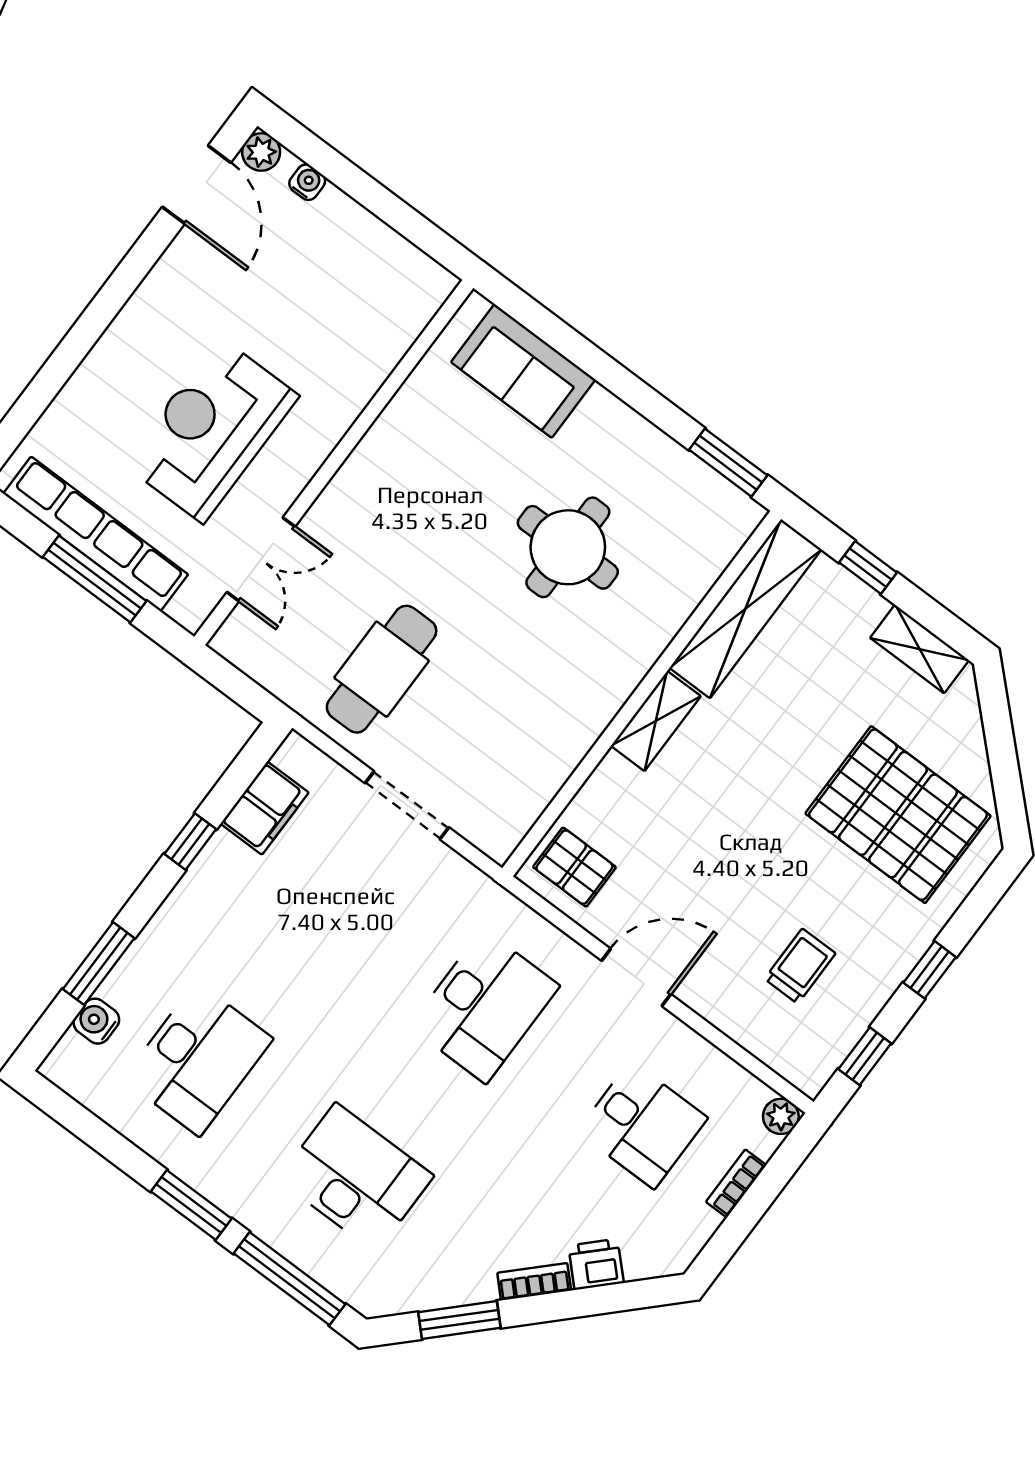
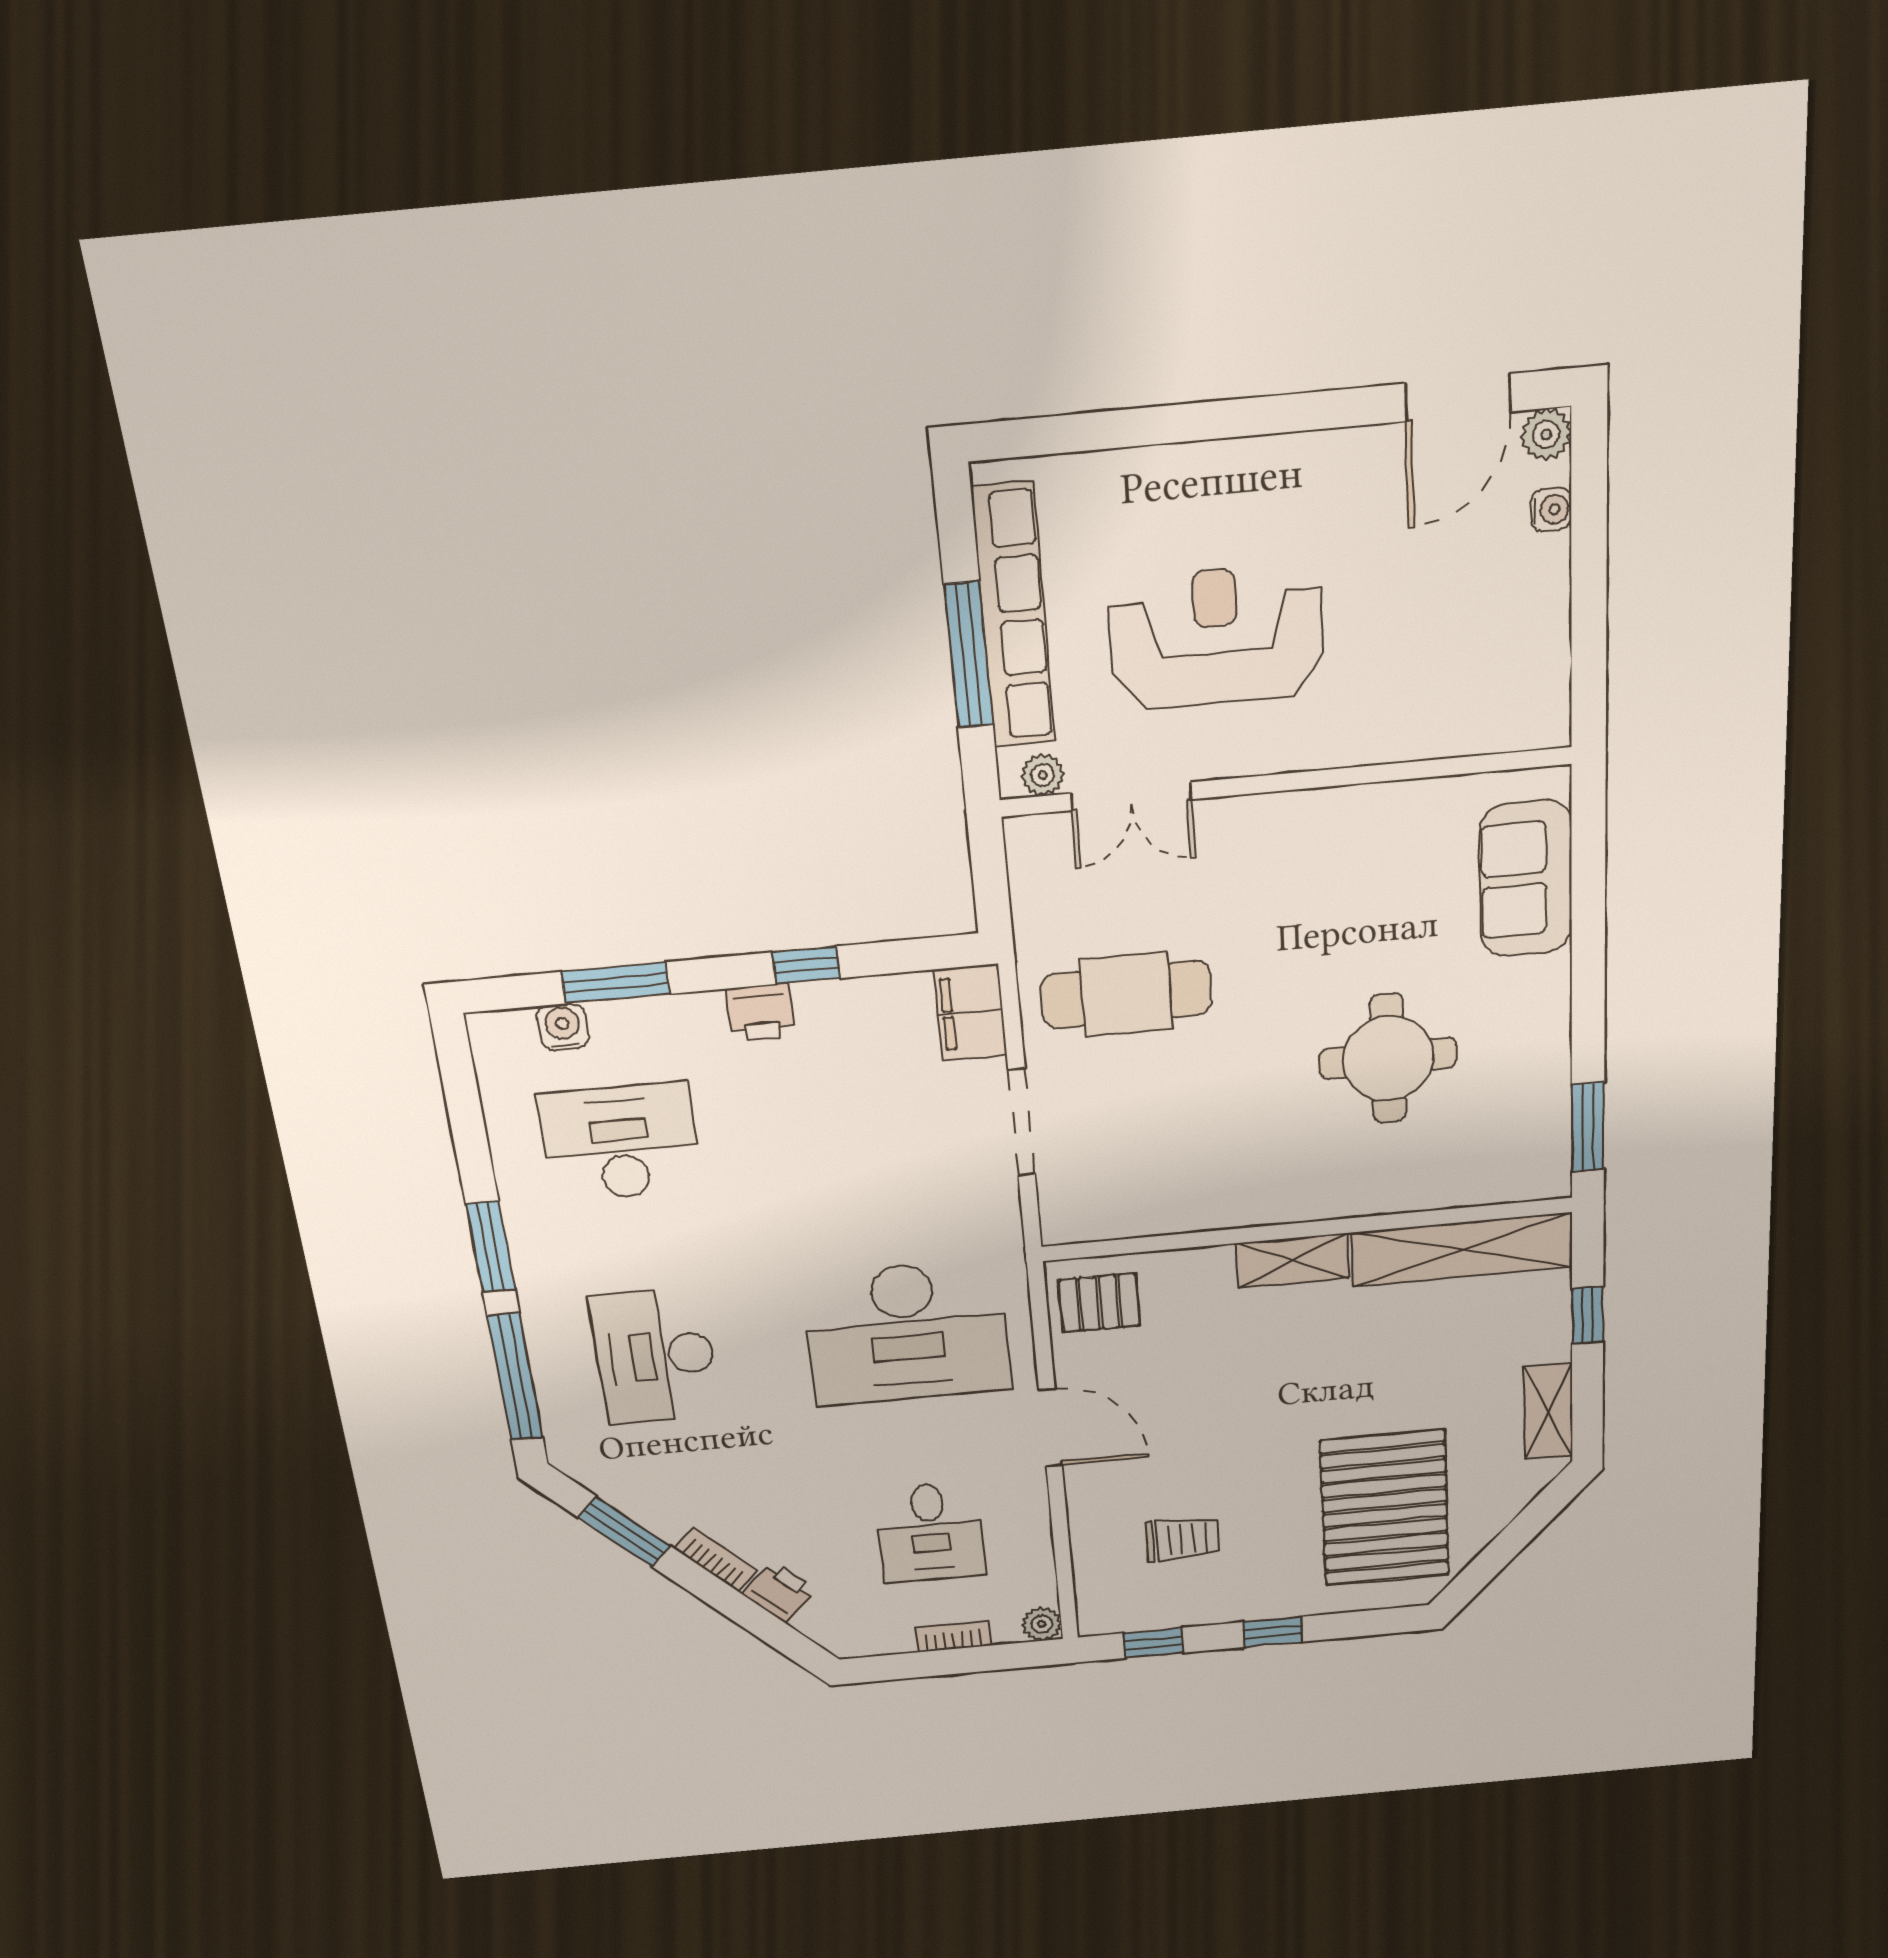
plant: (202, 599) -> (1043, 775), added
filing cabinet: (265, 808) -> (970, 1012), moved, turned 90
pallet: (574, 867) -> (1099, 1303), turned 90
printer: (194, 896) -> (760, 1013), added
desk: (484, 1006) -> (907, 1333), width x1.36, depth x1.30
desk: (198, 1059) -> (620, 1142), turned 180
desk: (356, 1178) -> (655, 1356), turned 180

